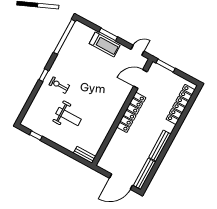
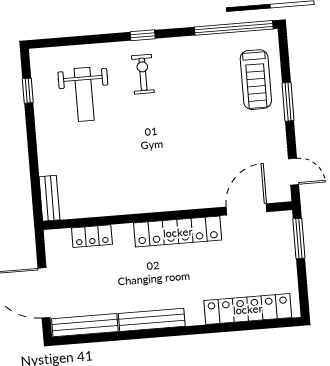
treadmill: (105, 44) -> (256, 80), moved
door: (140, 79) -> (246, 209), hinge flipped
weight bench: (69, 116) -> (84, 94), moved
locker: (111, 148) -> (92, 236), added

